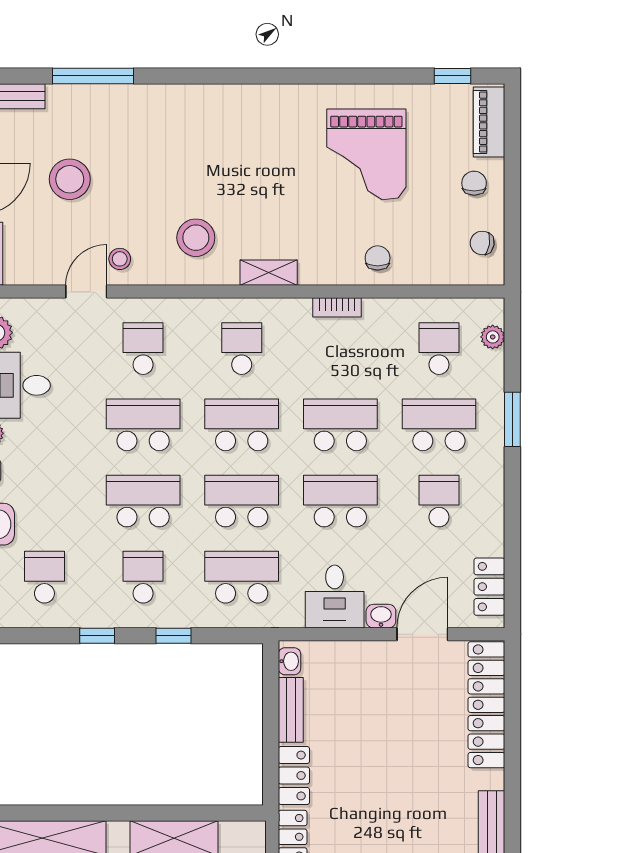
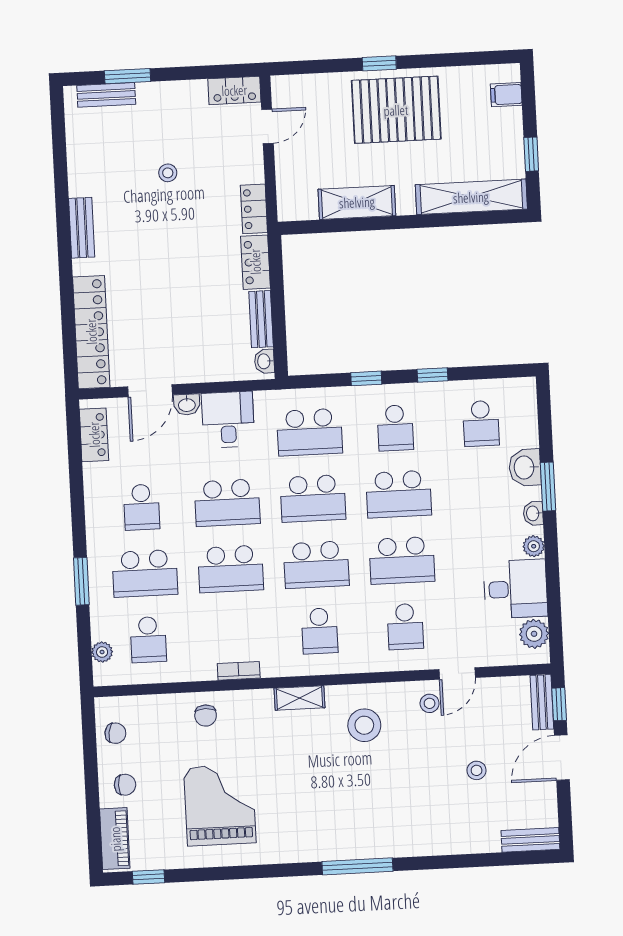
window: (93, 76) -> (357, 866), moved
stool: (70, 179) -> (477, 770), width x0.53, depth x0.53
chair: (474, 183) -> (125, 785), turned -90

